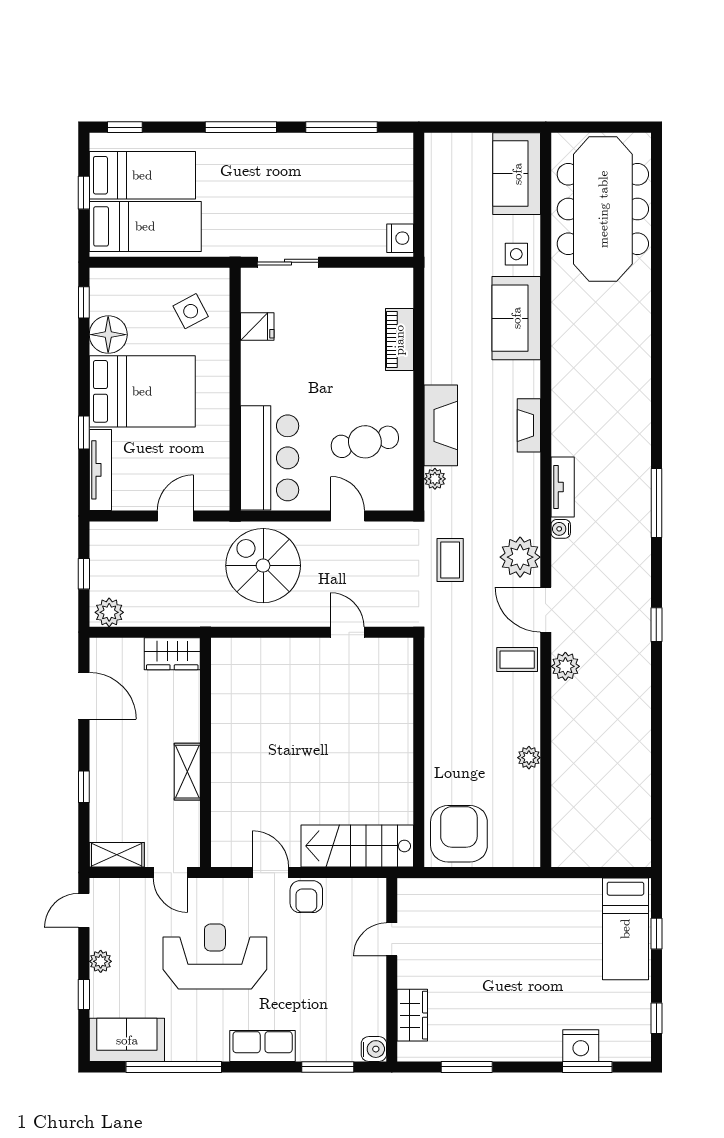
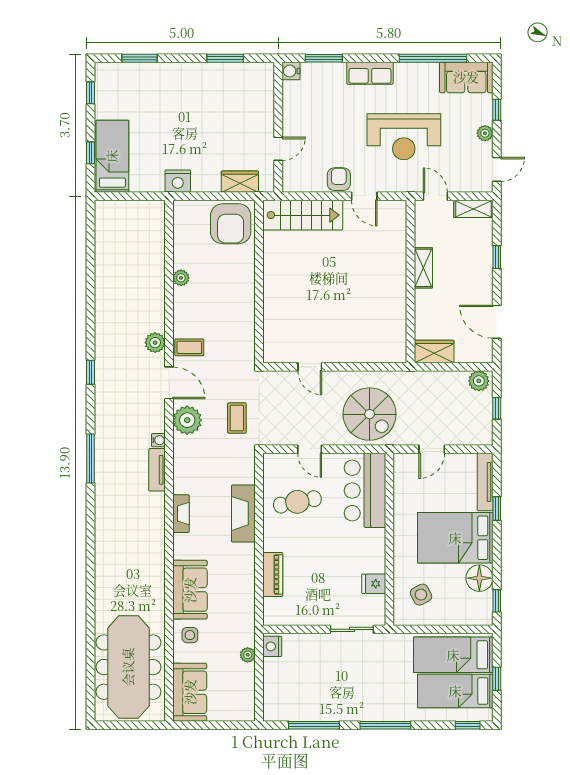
plant: (435, 479) -> (248, 655), moved
wardrobe: (412, 1015) -> (240, 182), moved, turned 90
nightstand: (581, 1046) -> (178, 181), moved, turned 180

